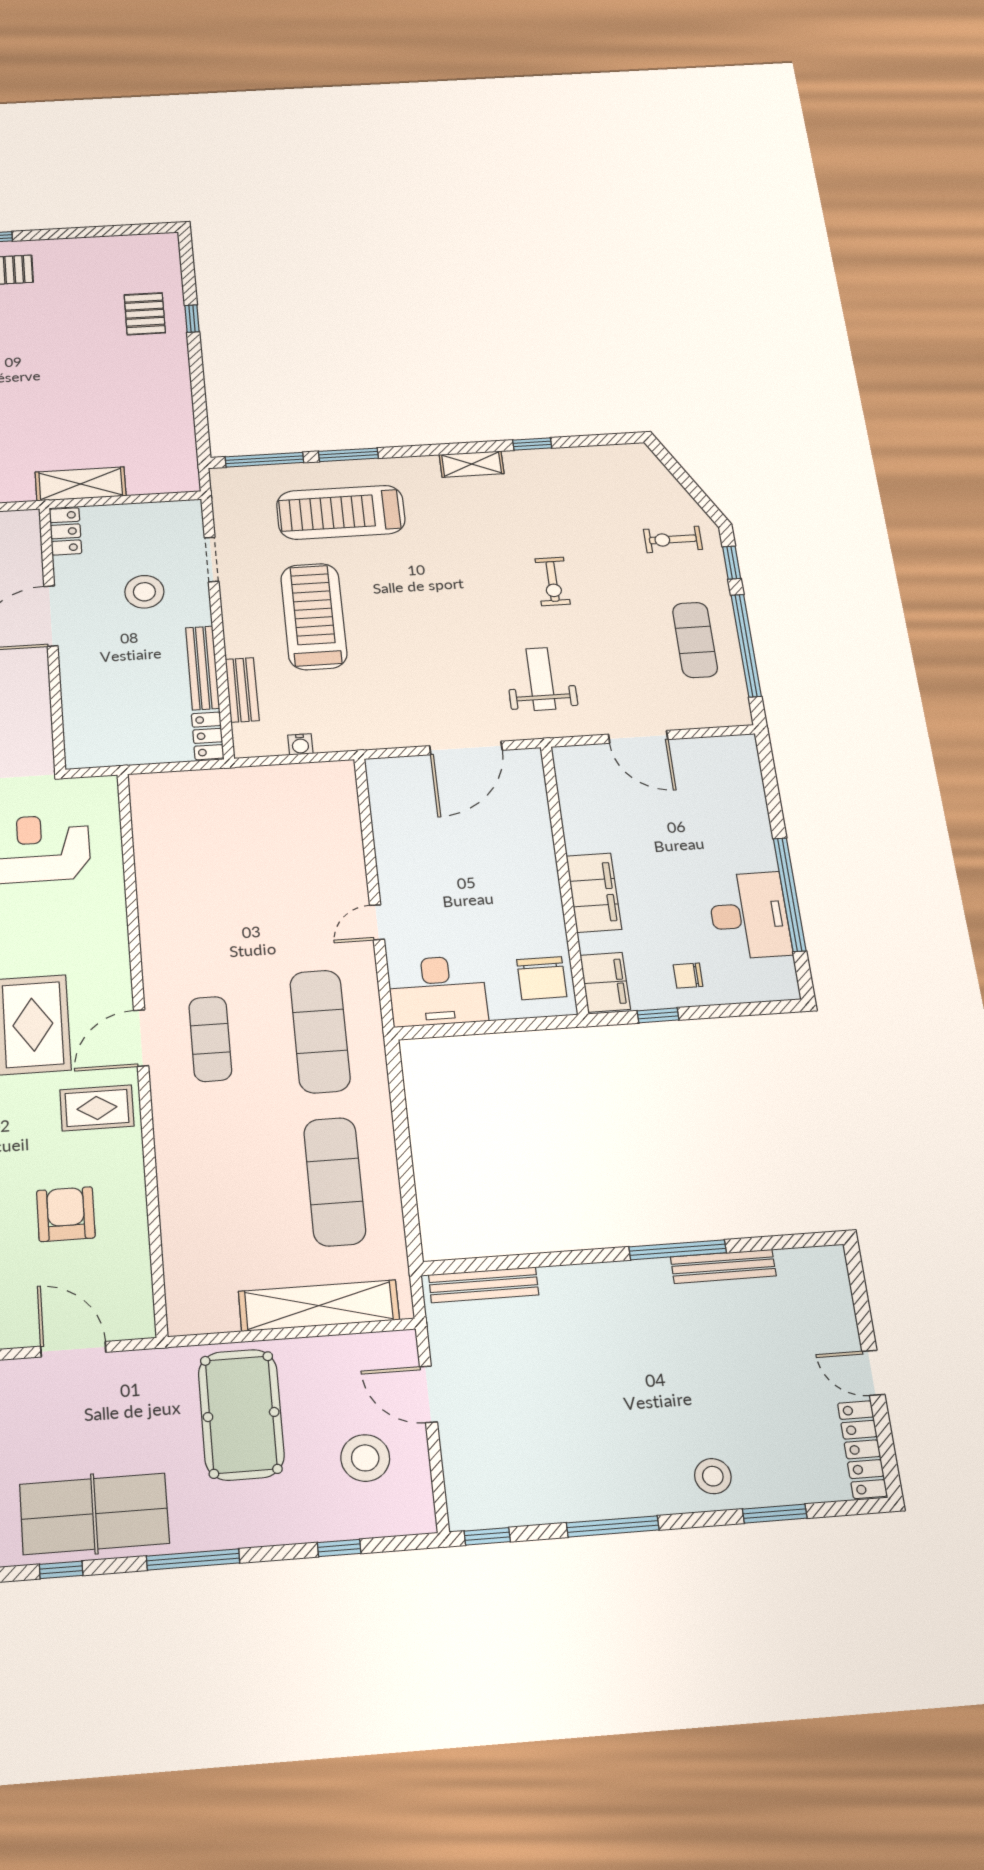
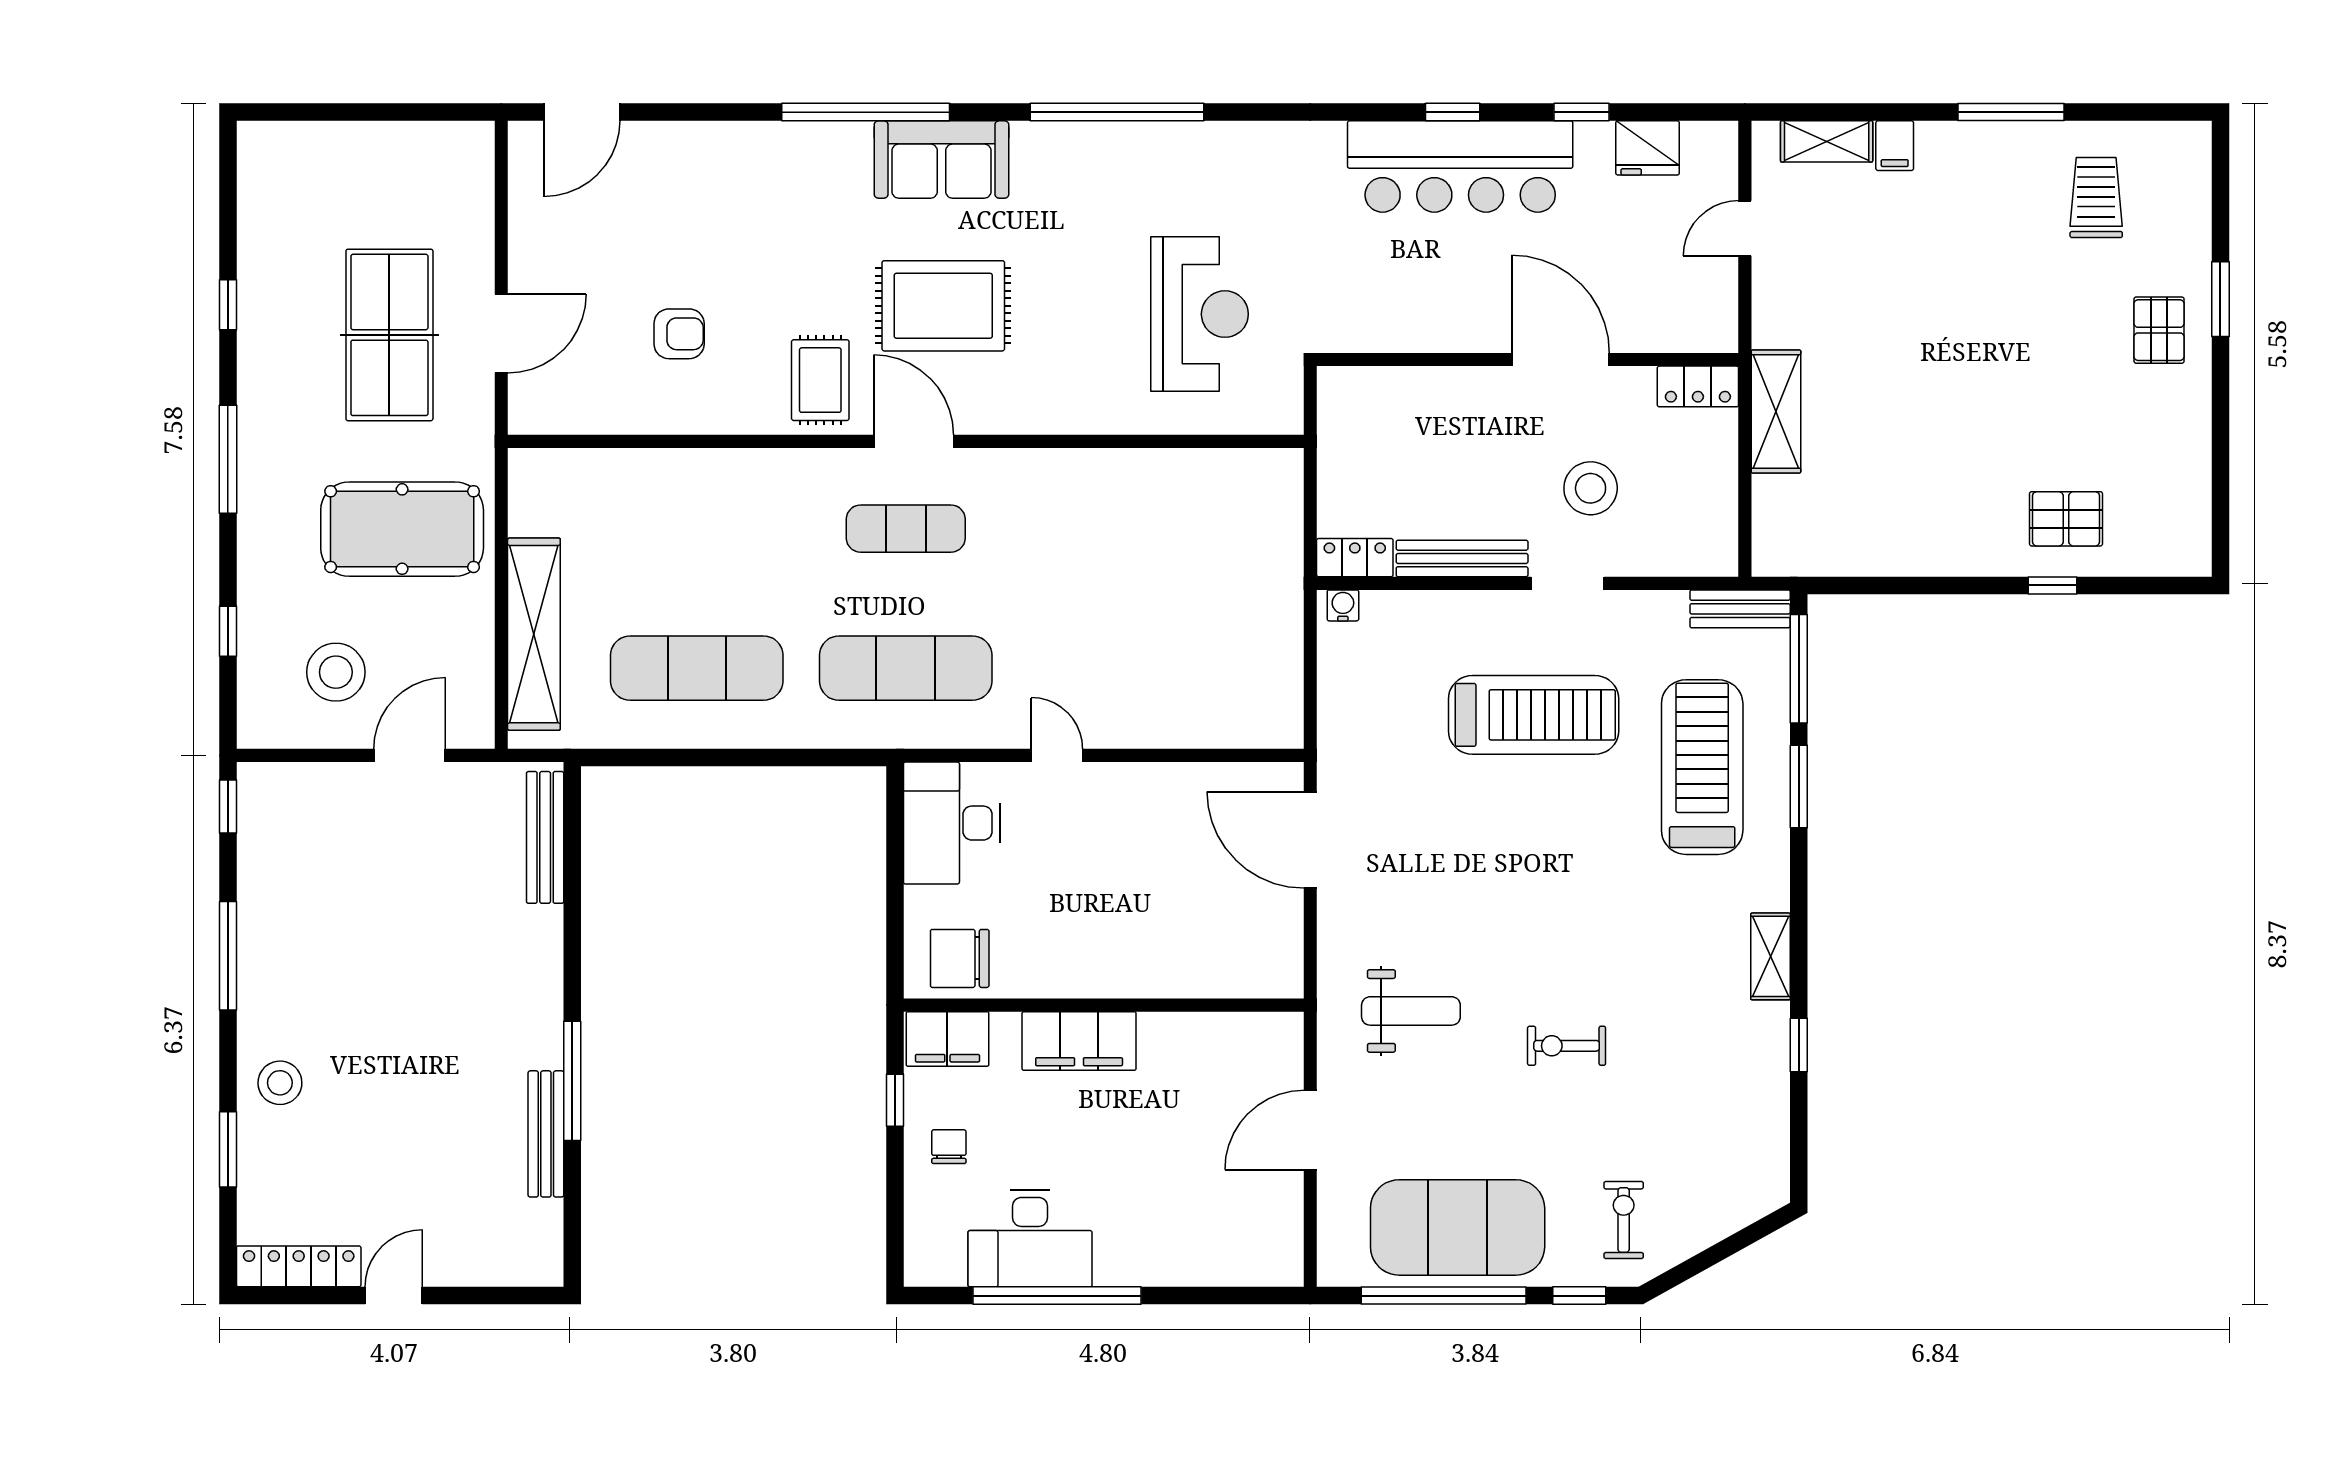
doorway: (212, 560) -> (1568, 583), moved
exercise mat: (695, 640) -> (1458, 1227), width x2.00, depth x1.45
bench: (242, 690) -> (1740, 609), moved
water cooler: (300, 744) -> (1343, 605), moved, turned 90
door: (466, 748) -> (1310, 840), moved
armchair: (66, 1214) -> (679, 334), width x0.72, depth x0.72
table tennis table: (94, 1514) -> (389, 335), moved

